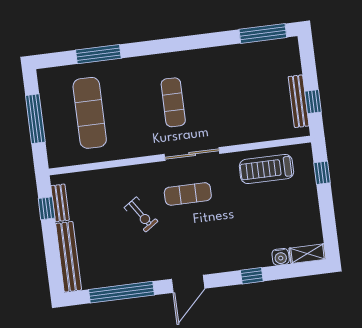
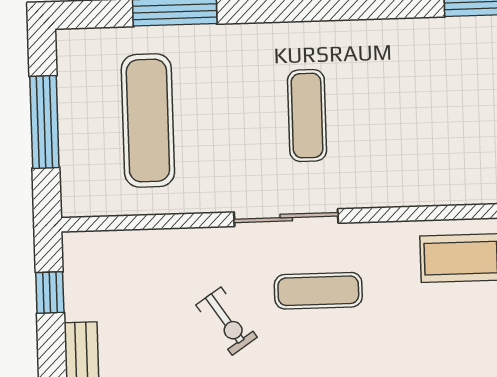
sliding door: (192, 154) -> (286, 218), moved
bench: (60, 203) -> (76, 285), removed

